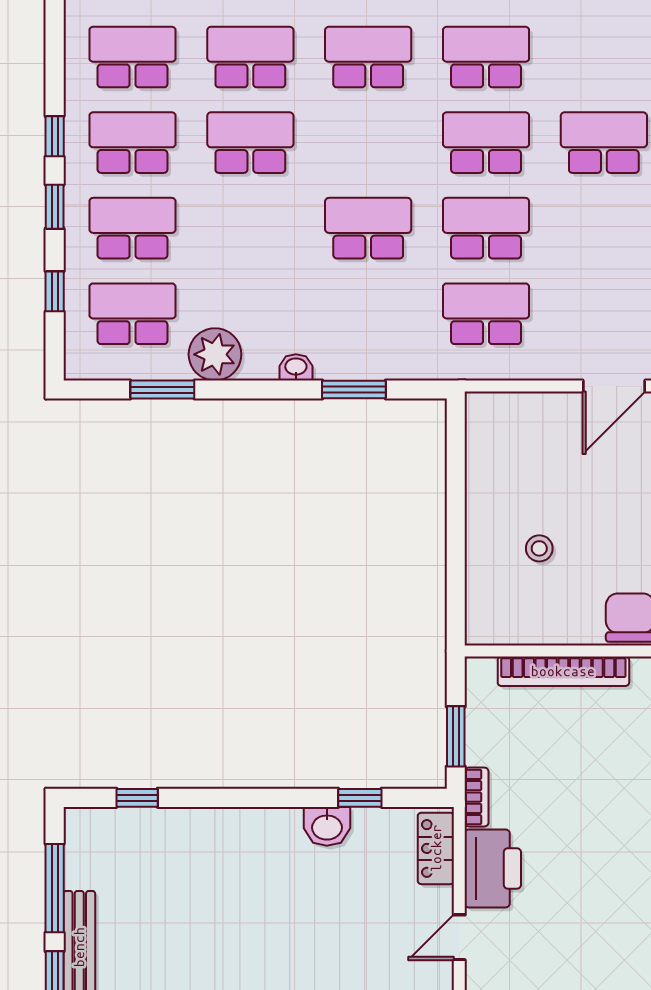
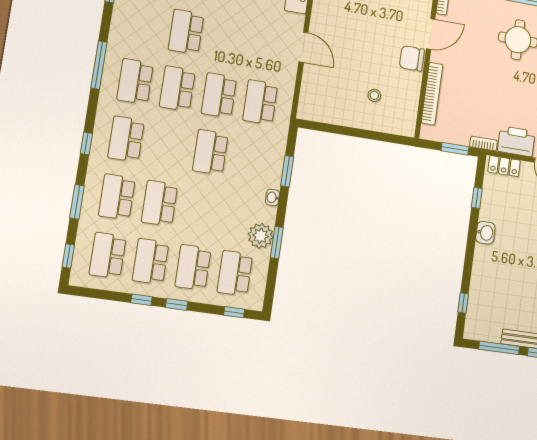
window: (55, 291) -> (234, 312), moved
window: (162, 390) -> (277, 243), moved
washbasin: (327, 826) -> (485, 233), moved

